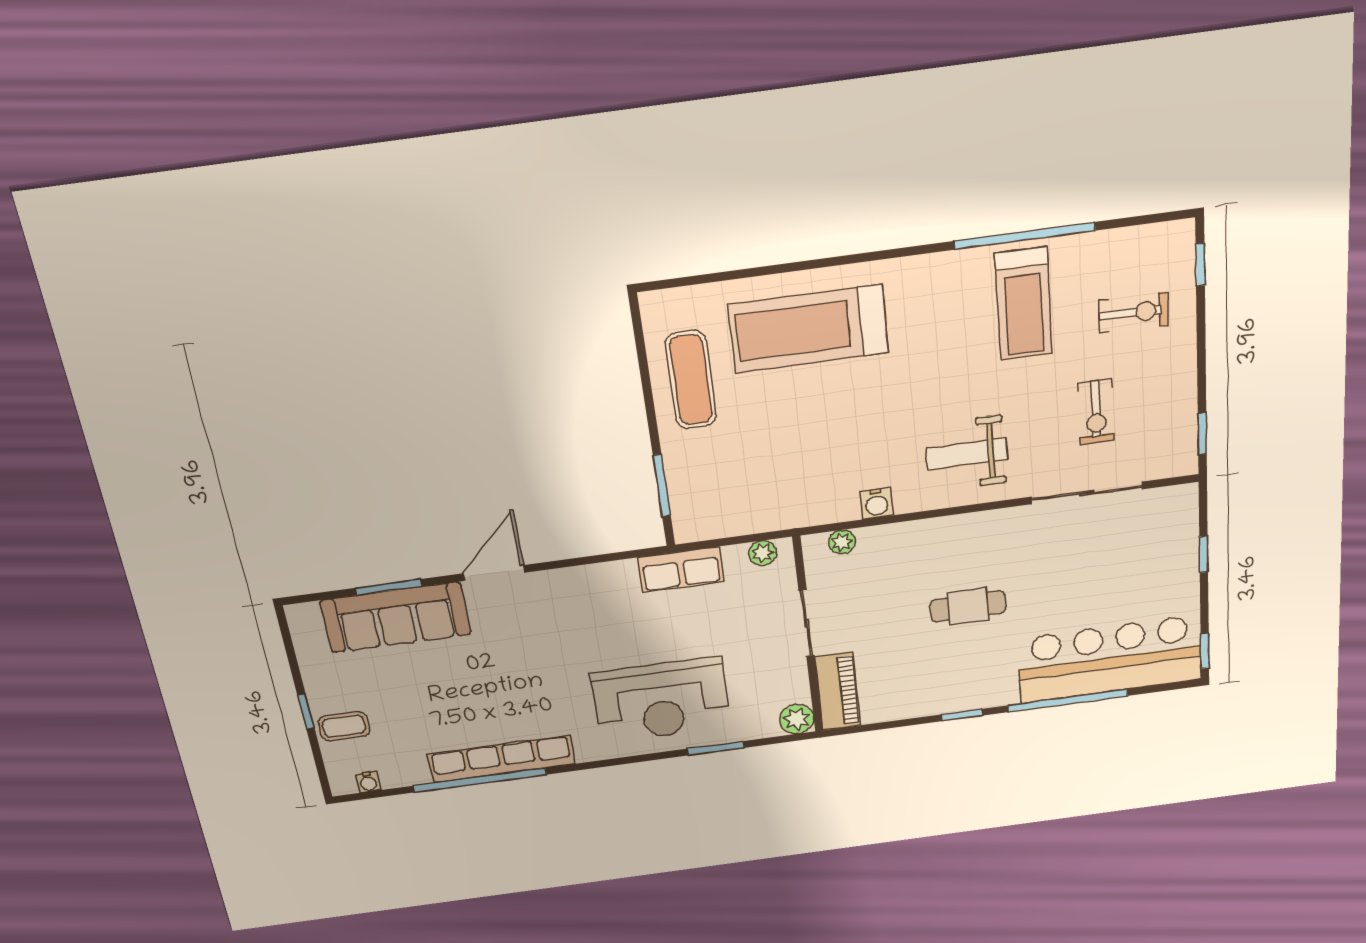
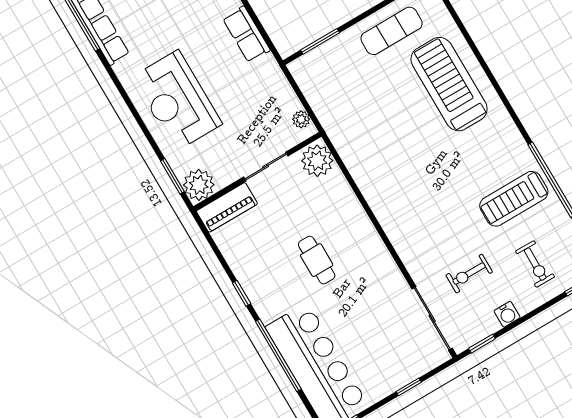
weight bench: (967, 454) -> (413, 211), removed
sliding door: (1087, 493) -> (432, 318), moved
water cooler: (876, 503) -> (507, 314), moved, turned -90
plant: (842, 542) -> (317, 161), width x1.87, depth x1.87
row of seats: (681, 570) -> (246, 34), moved
plant: (797, 719) -> (199, 185), width x1.36, depth x1.36
window: (716, 748) -> (172, 176), moved

